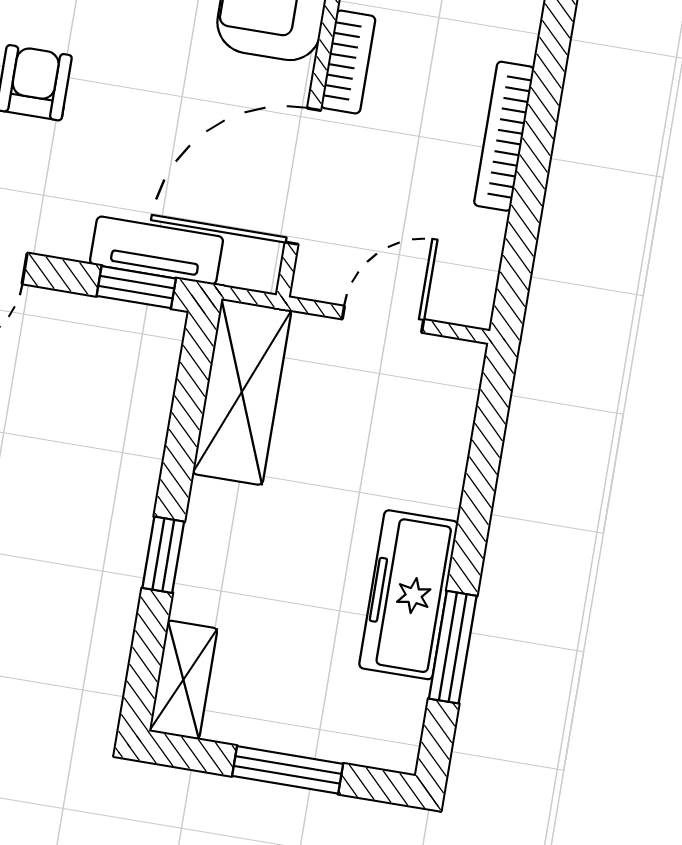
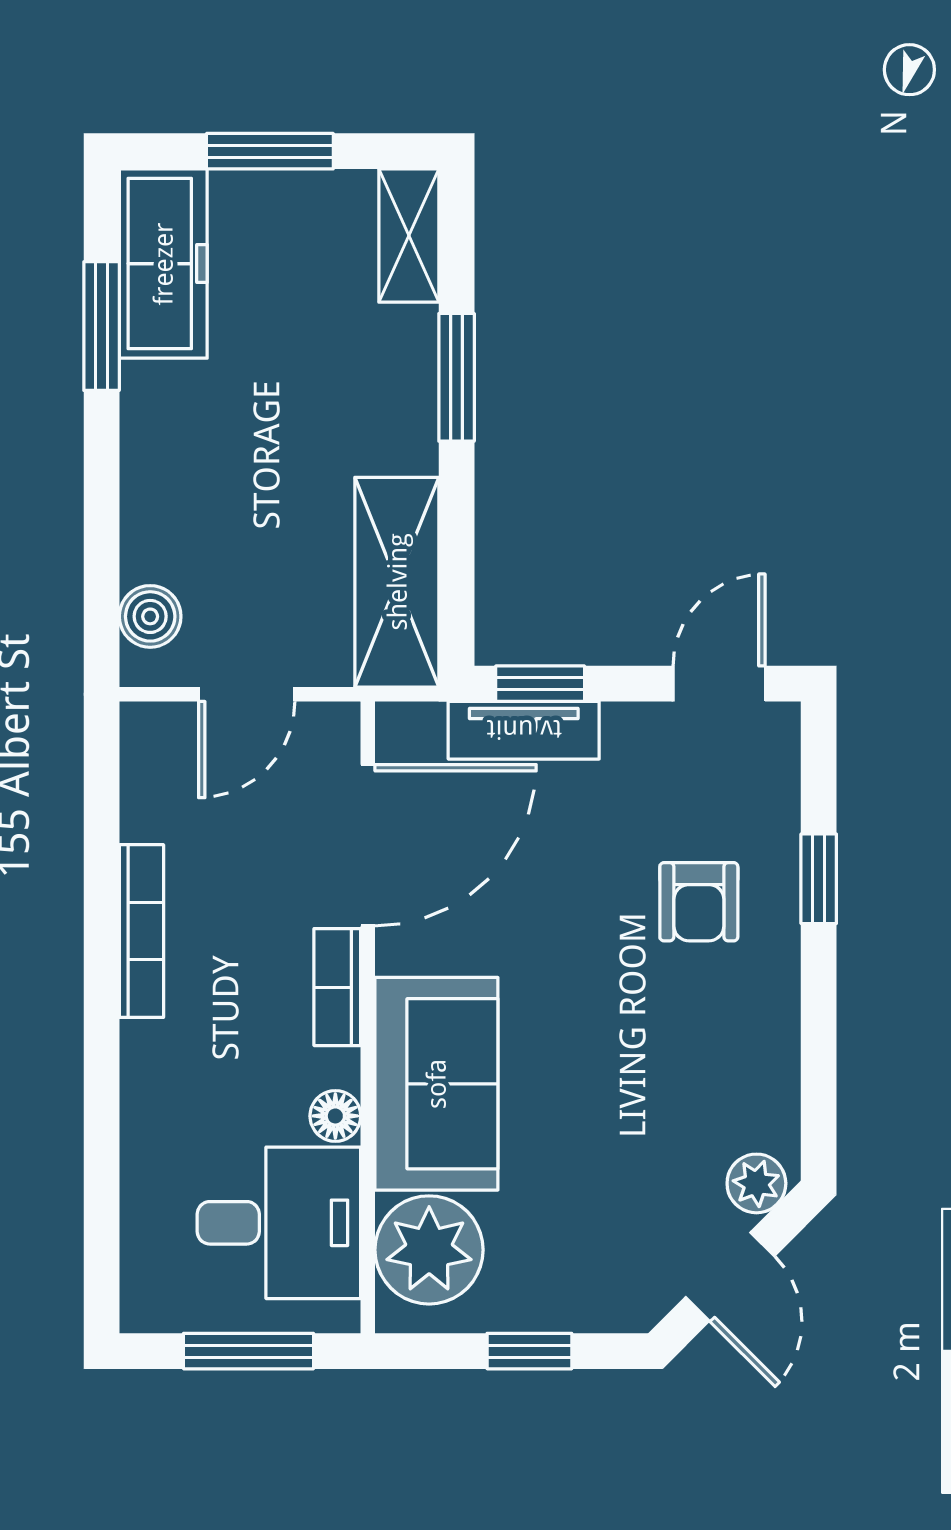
boiler: (453, 398) -> (150, 616), added
window: (163, 555) -> (457, 377), width x1.50
freezer: (409, 595) -> (163, 264), moved

